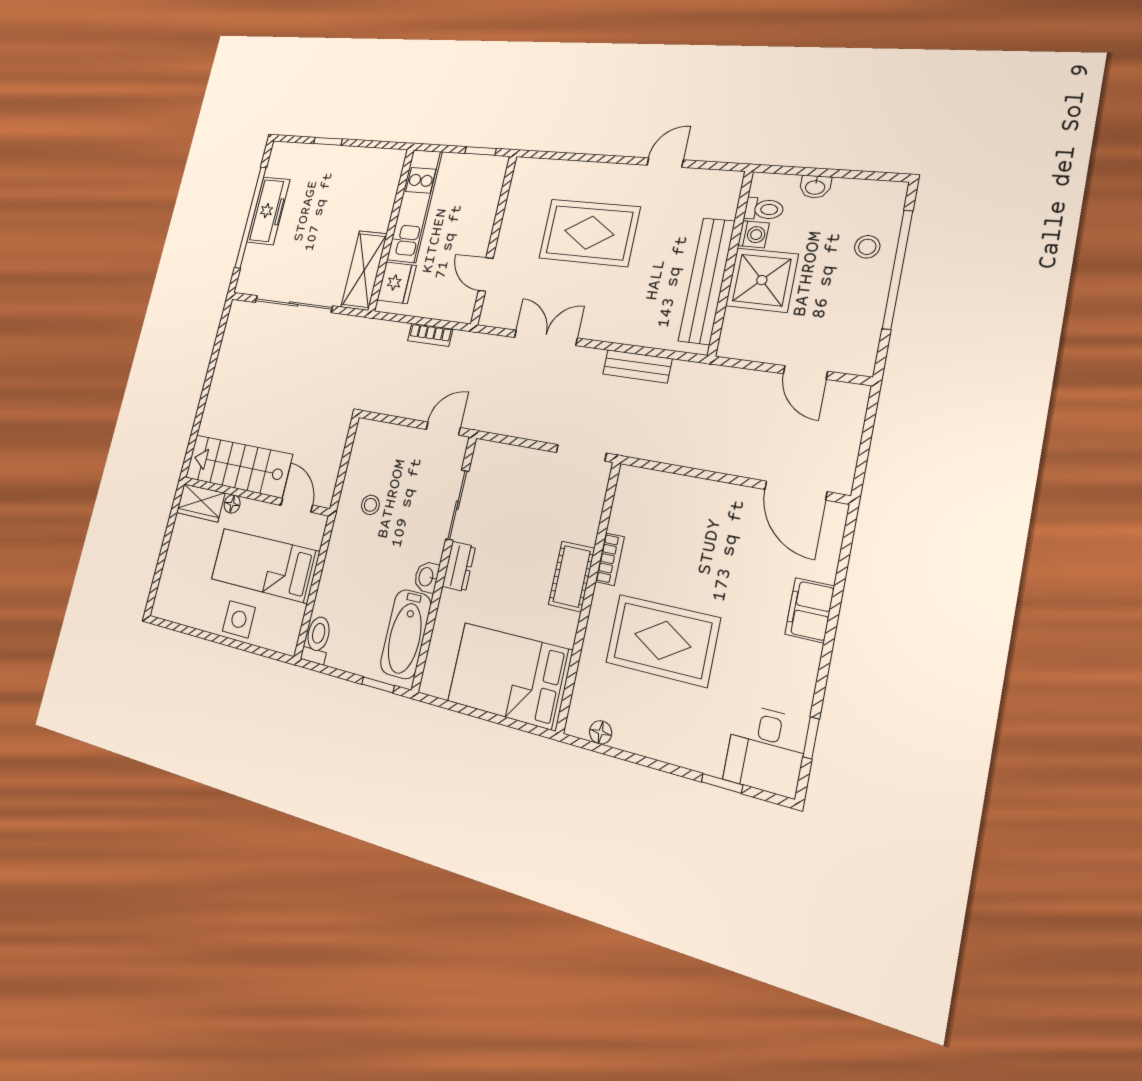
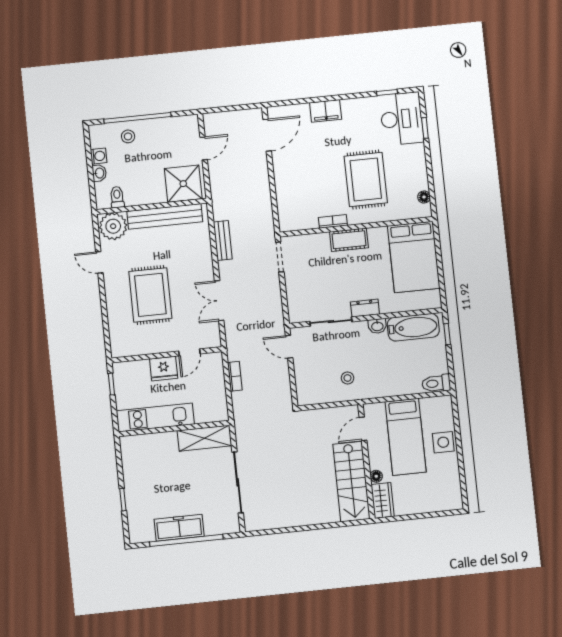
plant: (717, 194) -> (113, 226), added
washing machine: (753, 234) -> (99, 156), moved, turned 90
shower: (762, 280) -> (183, 184), moved
fridge: (397, 283) -> (164, 369), moved, turned 180
desk: (766, 750) -> (402, 119), width x1.37

